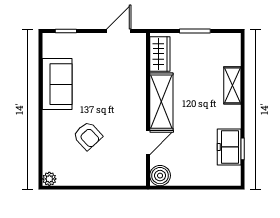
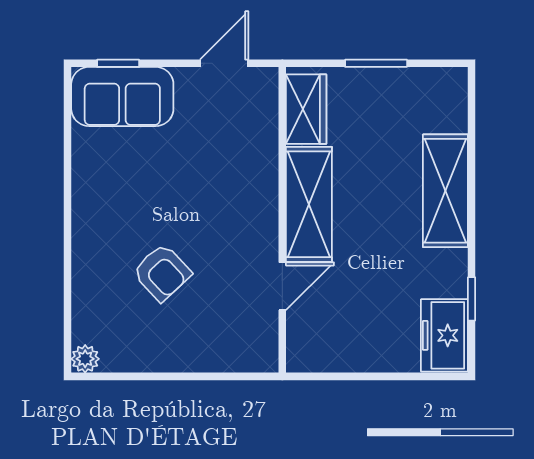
sofa: (57, 84) -> (122, 97), moved, turned 90
shelving: (232, 85) -> (445, 191), width x1.50, depth x1.33
freezer: (229, 147) -> (444, 335), moved
boiler: (160, 176) -> (306, 352), removed

